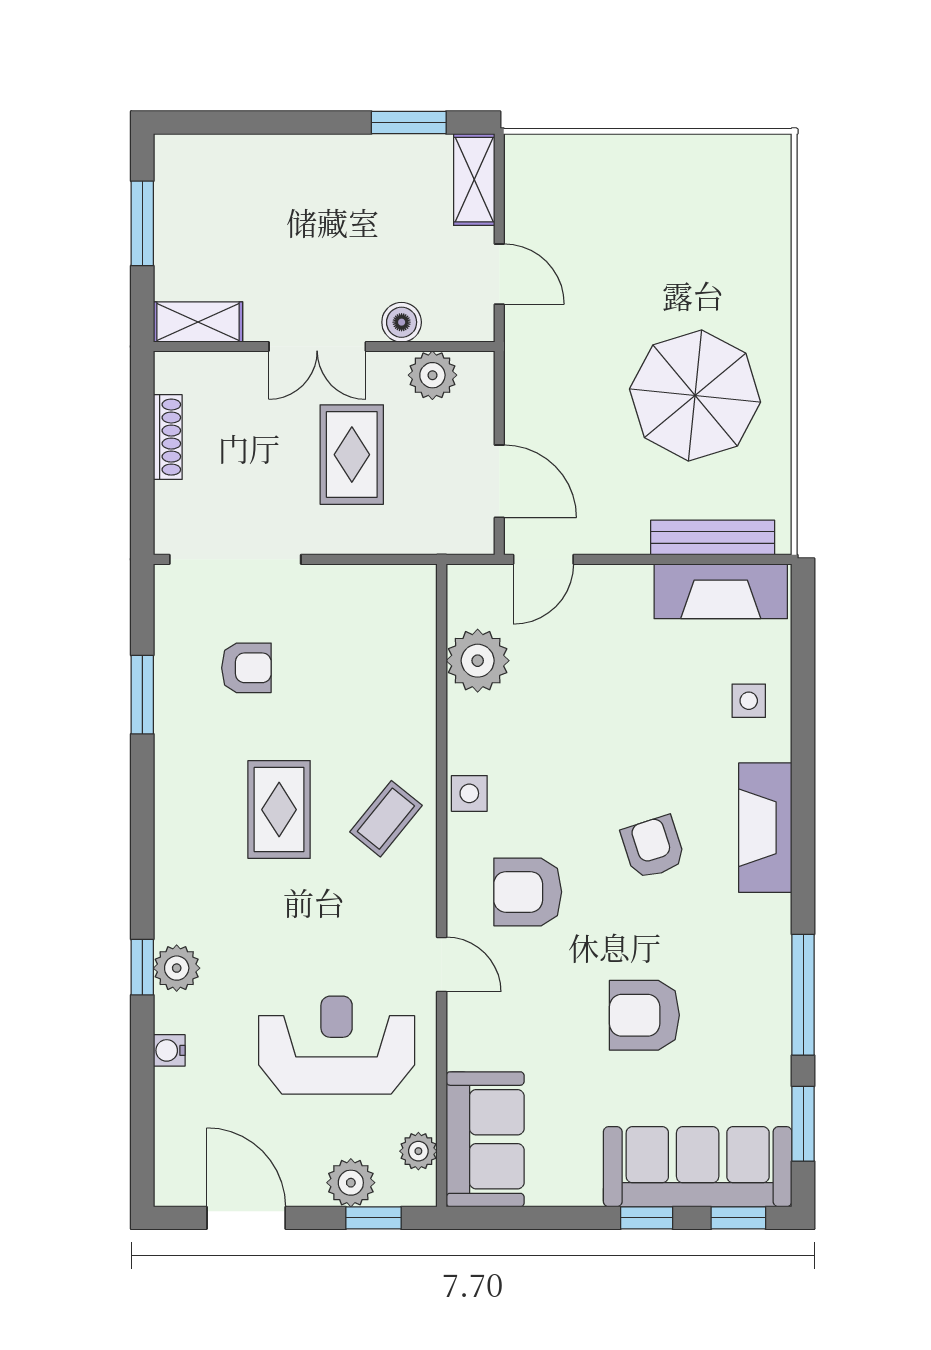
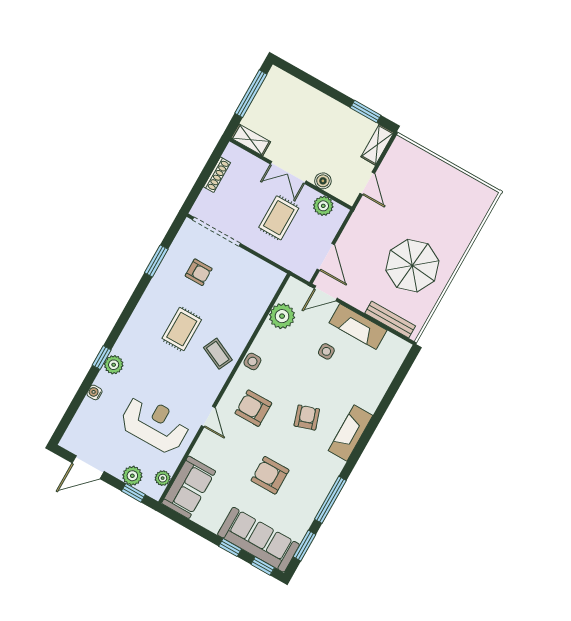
window: (142, 223) -> (251, 94), width x1.44
fireplace: (721, 591) -> (358, 327), moved
side table: (749, 701) -> (326, 351), moved
coffee table: (386, 819) -> (218, 354), turned 76
door: (246, 1218) -> (88, 467), swing flipped

